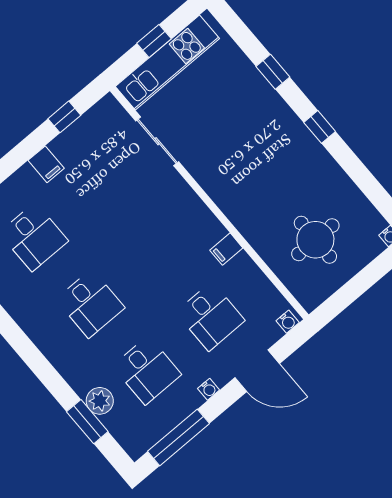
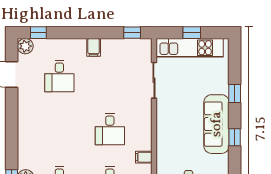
window: (64, 117) -> (132, 33), moved
sofa: (283, 130) -> (216, 124), added
desk: (90, 304) -> (110, 129), moved

